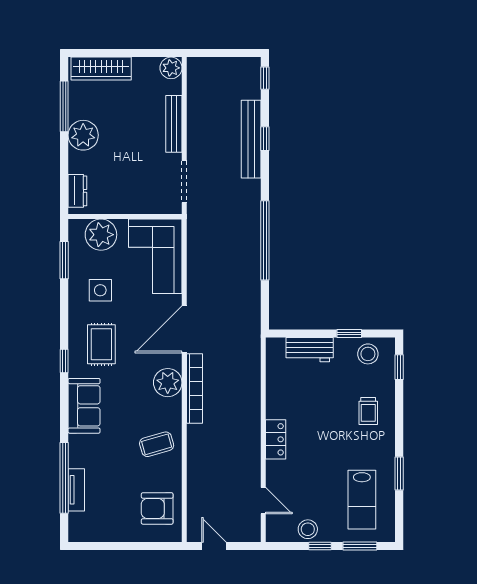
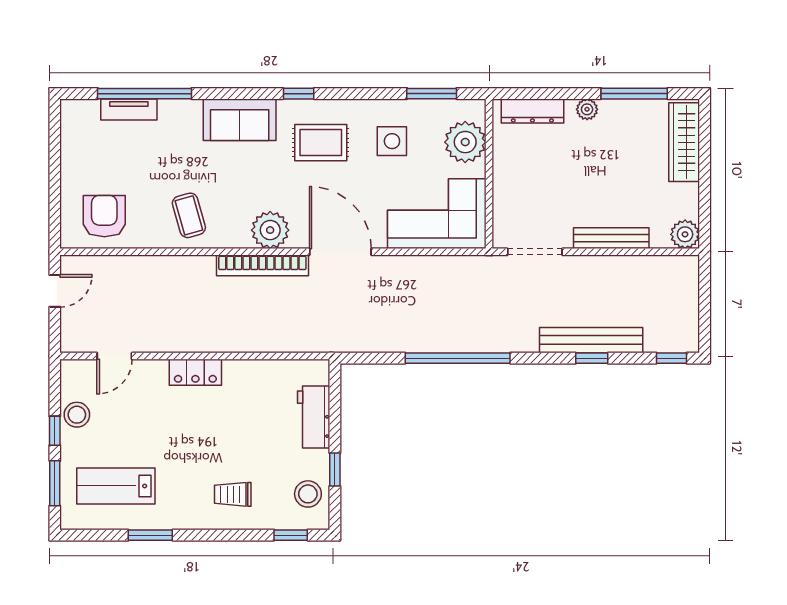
plant: (83, 135) -> (587, 109), width x0.53, depth x0.53
dresser: (77, 191) -> (532, 111), width x1.44

